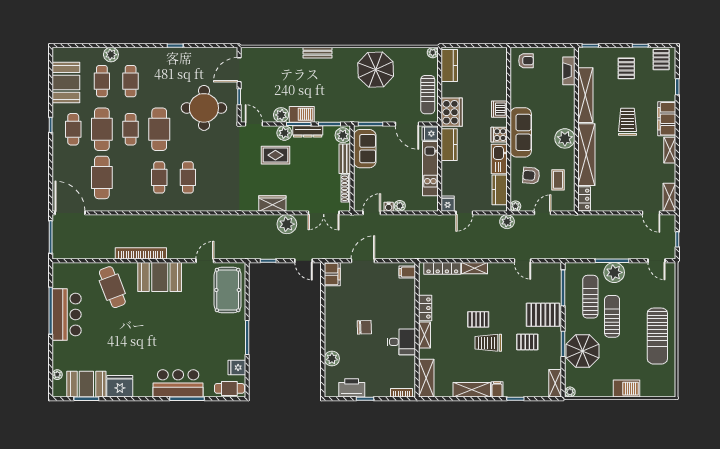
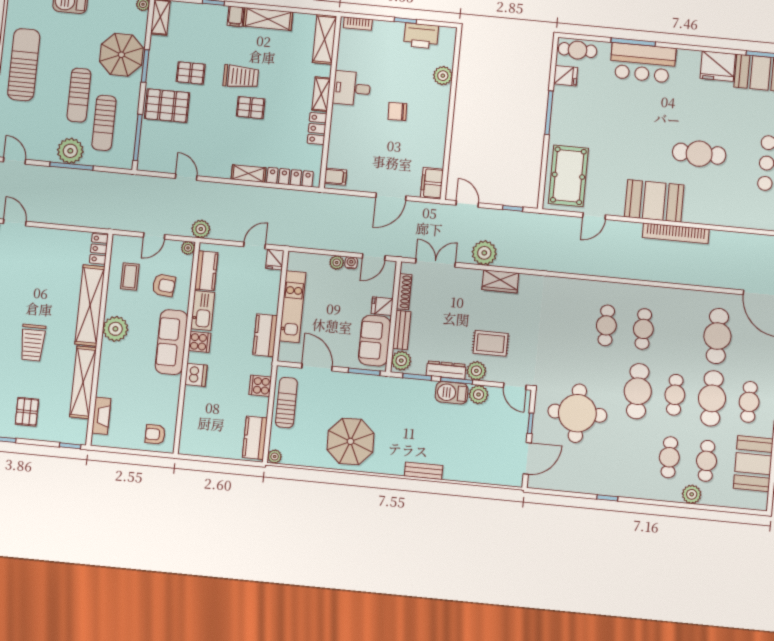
cooker: (452, 112) -> (260, 386), width x0.53, depth x0.76
fridge: (430, 134) -> (382, 306), moved, turned 180
cafe table: (112, 287) -> (699, 154), moved, turned -69

